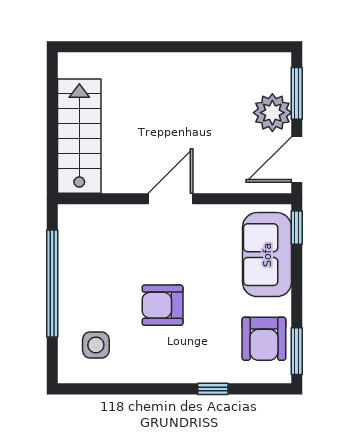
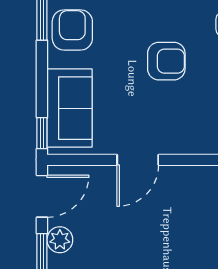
plant: (272, 113) -> (60, 240), width x0.73, depth x0.73
door: (170, 199) -> (138, 160), moved

